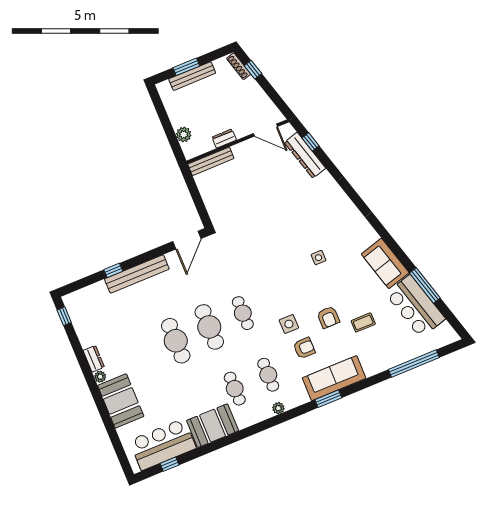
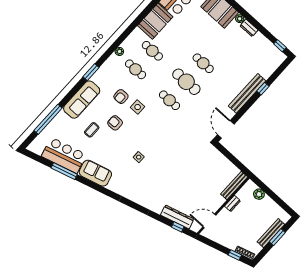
cafe table: (176, 341) -> (203, 63), width x0.73, depth x0.74
sofa: (334, 378) -> (82, 100), moved

